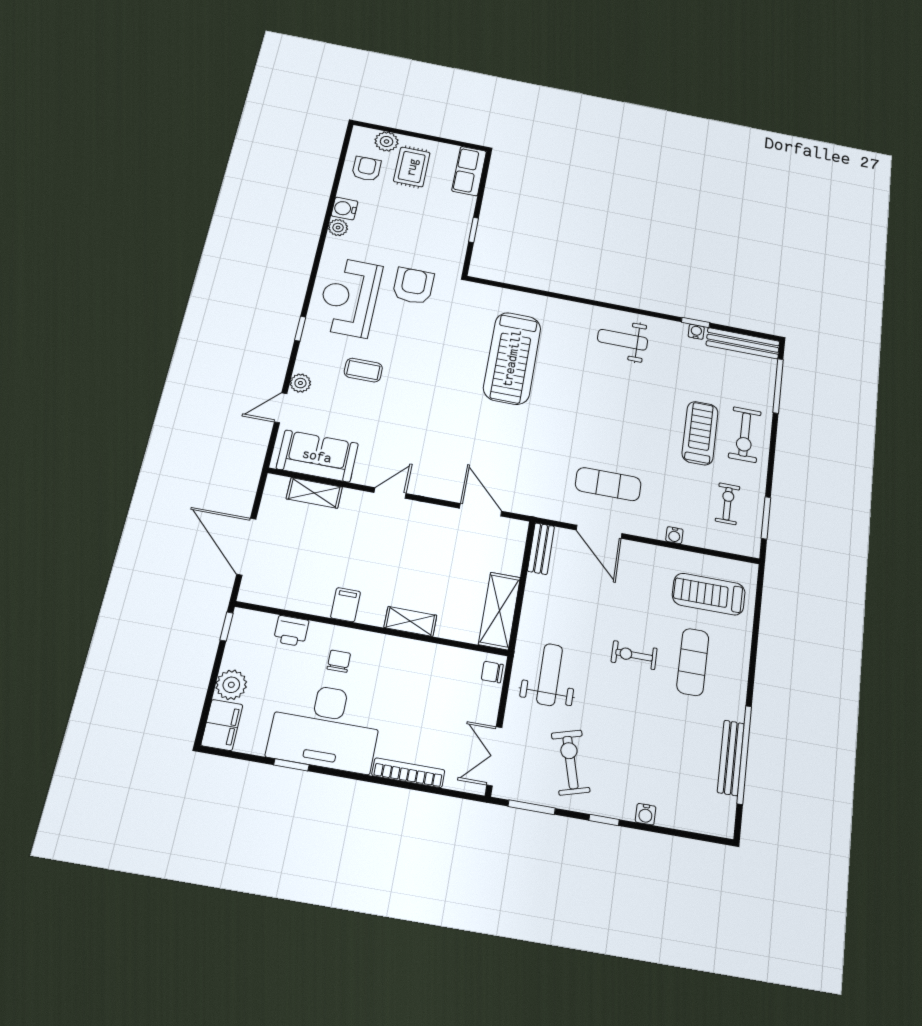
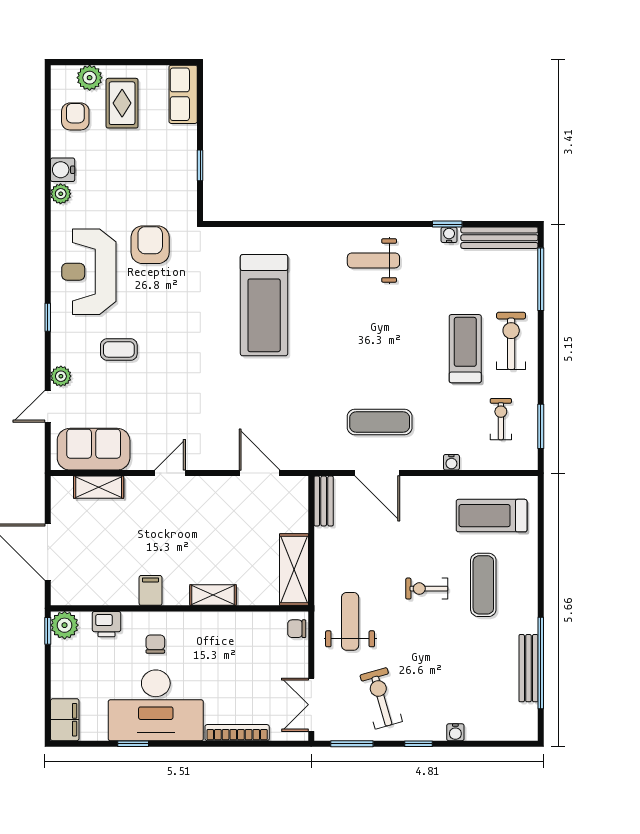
exercise bike: (745, 435) -> (511, 341), turned 180
plant: (231, 685) -> (65, 625), moved

